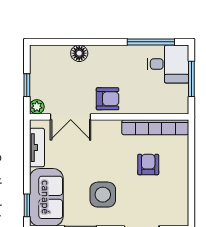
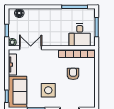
floor lamp: (79, 53) -> (19, 13), moved
desk: (168, 64) -> (80, 35), moved, turned 90
armchair: (108, 99) -> (51, 38), removed
double door: (71, 117) -> (31, 48), swing flipped

